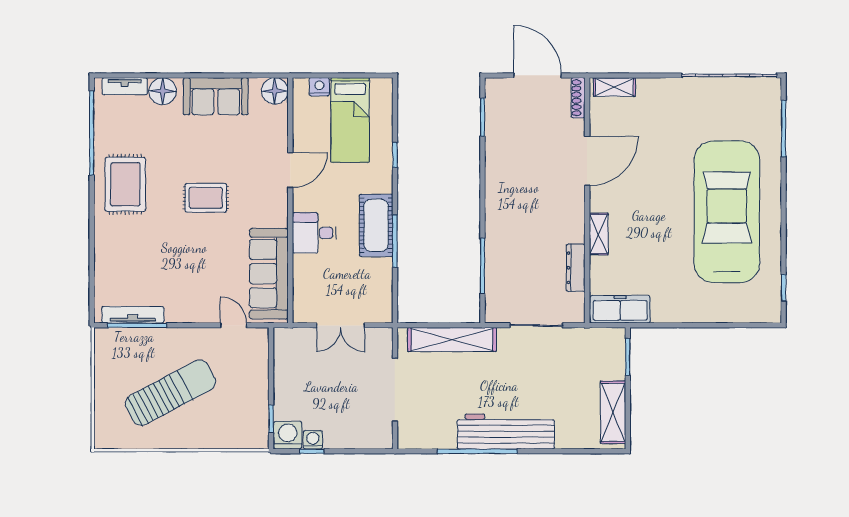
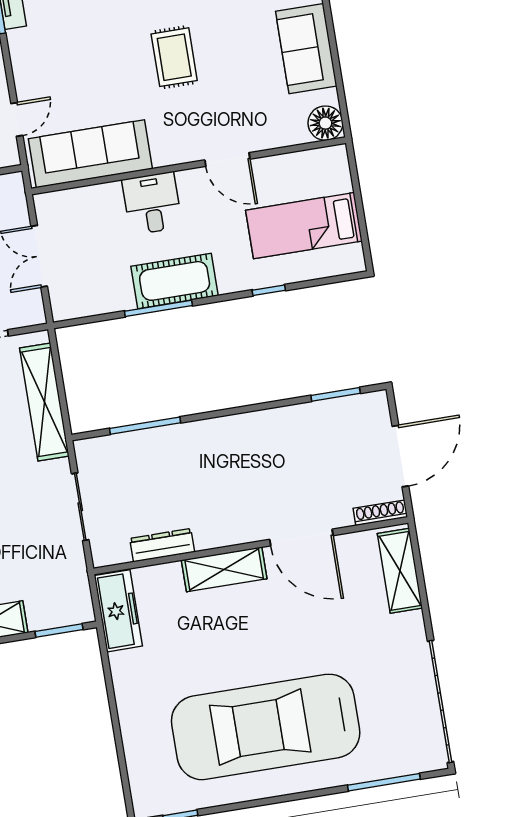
nightstand: (319, 87) -> (340, 179), removed
shelving: (614, 87) -> (400, 571), width x1.50, depth x1.33
car: (727, 212) -> (266, 727), turned 180
shelving: (599, 234) -> (224, 569), width x1.50, depth x1.33

